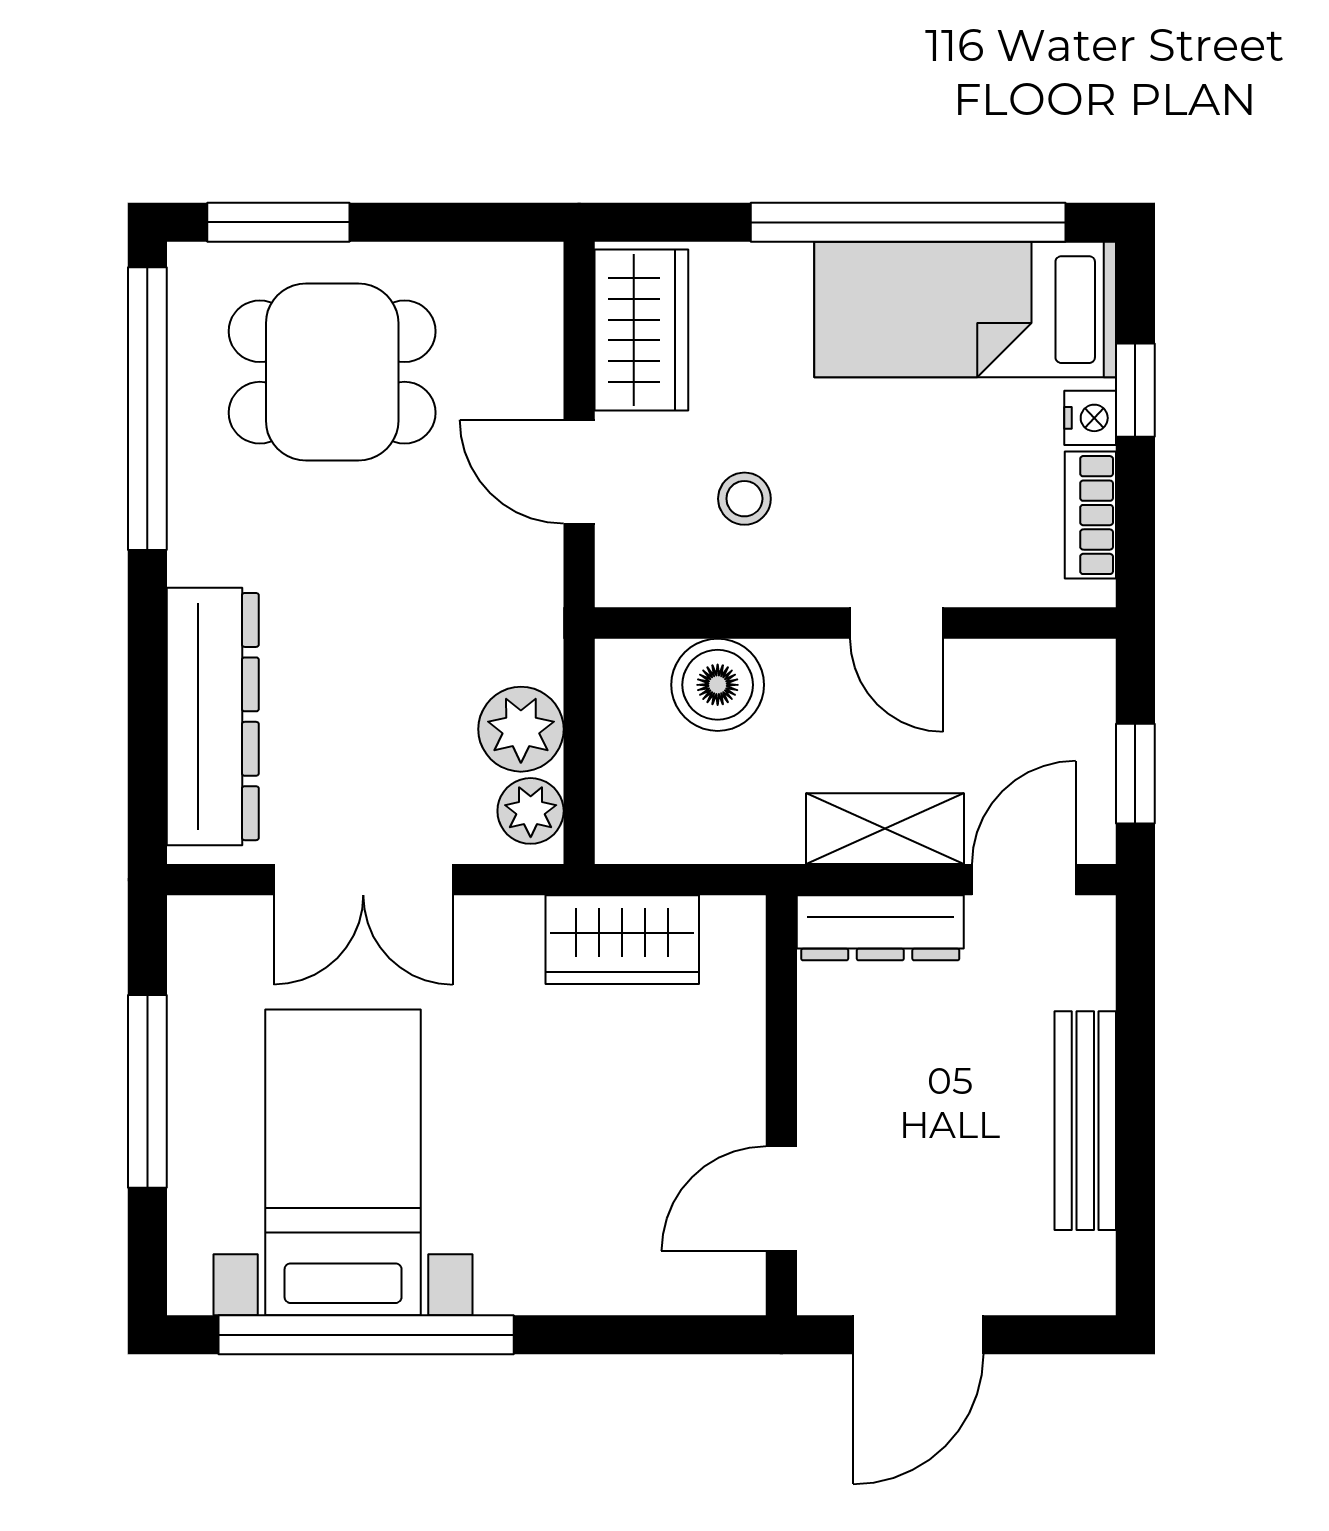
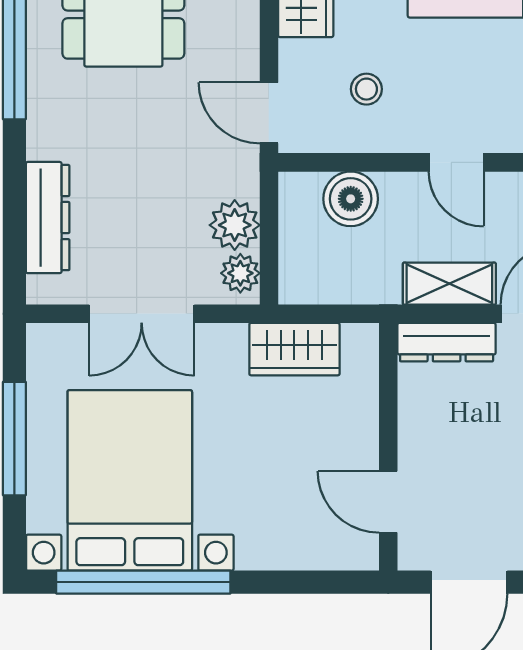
door: (579, 472) -> (269, 113), moved
dresser: (213, 717) -> (48, 218), width x0.73, depth x0.80
bed with nightstands: (343, 1162) -> (130, 480), width x1.36
door: (781, 1199) -> (388, 502), hinge flipped

